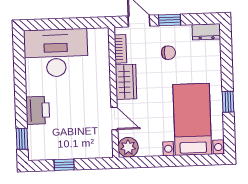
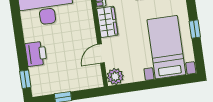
door: (114, 118) -> (101, 54), swing flipped

